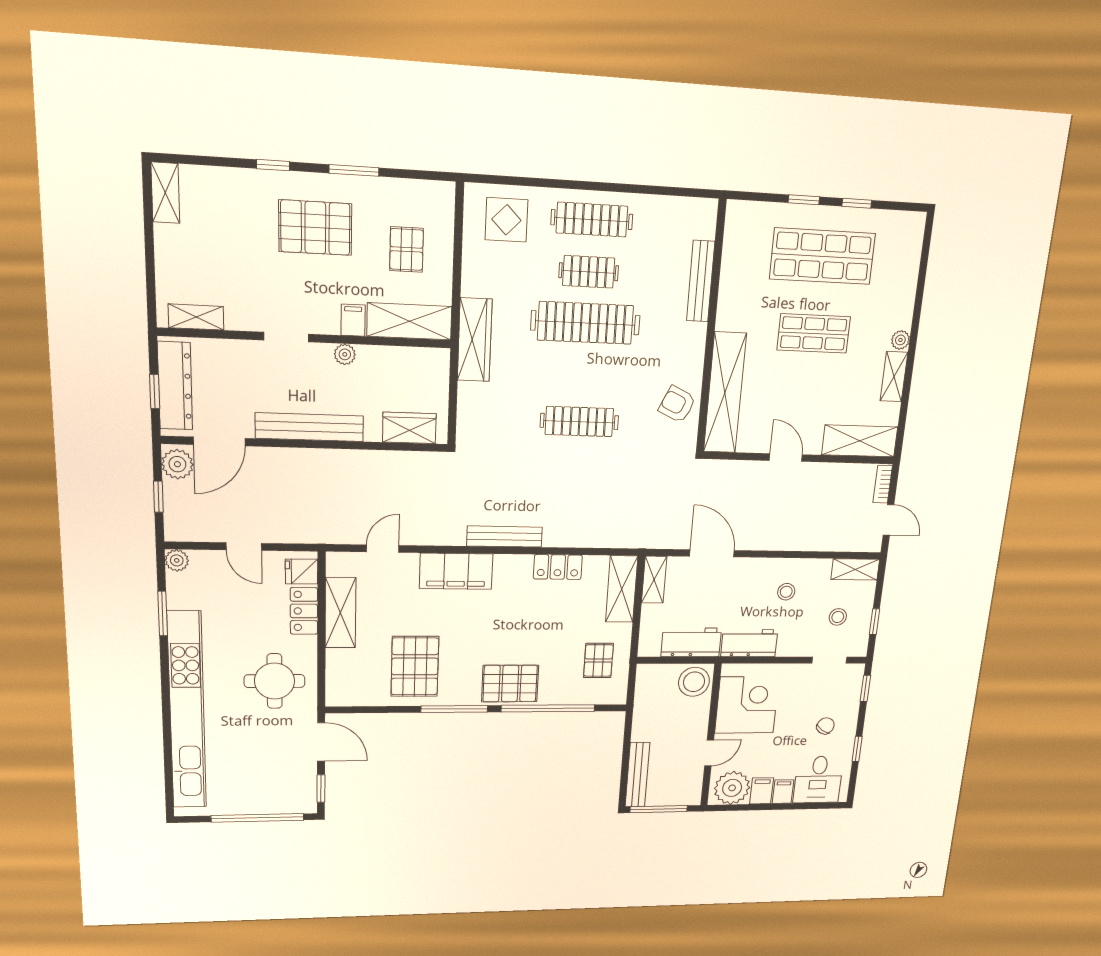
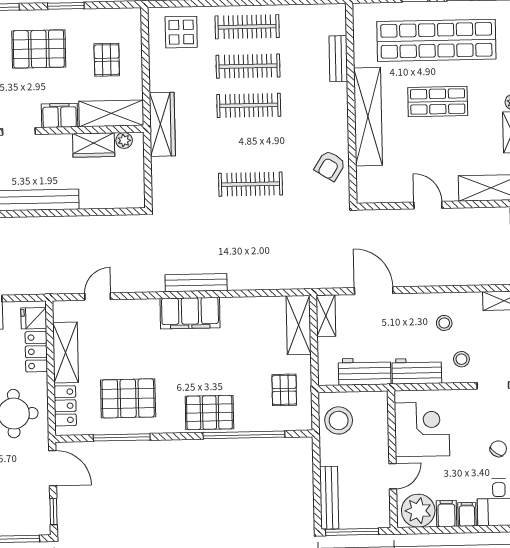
shop shelf: (822, 256) -> (436, 40), width x1.40
clothes rail: (589, 272) -> (248, 66), width x1.36
bench: (701, 281) -> (338, 59), width x0.73
filing cabinet: (353, 320) -> (60, 115), width x2.00
clothes rail: (585, 323) -> (249, 105), width x0.73, depth x0.76
plant: (345, 354) -> (124, 140), moved
shelving: (725, 393) -> (368, 117), moved
armchair: (677, 404) -> (330, 166), turned -83
wardrobe: (409, 428) -> (94, 145), moved, turned 180
locker: (558, 567) -> (65, 406), moved, turned -90
filing cabinet: (456, 571) -> (190, 313), moved
stool: (838, 617) -> (461, 359), moved
pallet: (415, 666) -> (128, 398), turned 90
stool: (694, 682) -> (339, 420), moved
window: (454, 709) -> (122, 437), moved

